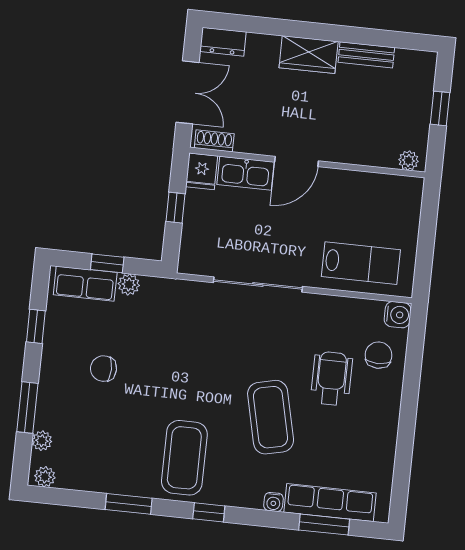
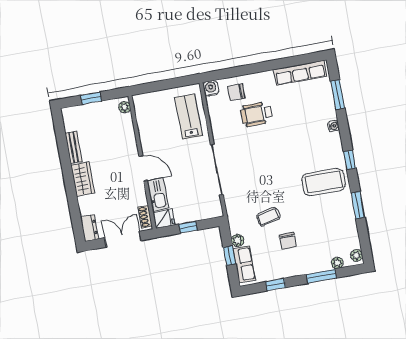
coffee table: (271, 417) -> (268, 217), moved, width x0.54, depth x0.58
row of seats: (330, 503) -> (300, 73), moved, turned -90

